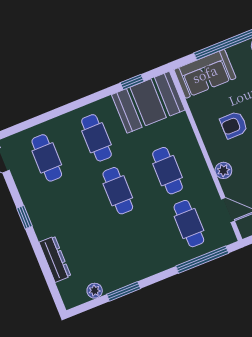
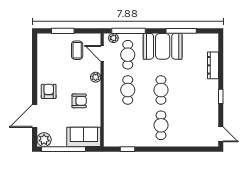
booth: (148, 102) -> (163, 46), moved
cafe table: (47, 158) -> (194, 125), removed
plant: (95, 291) -> (113, 38), moved
window: (124, 291) -> (181, 31), width x1.44

